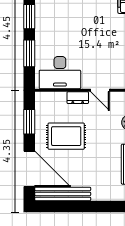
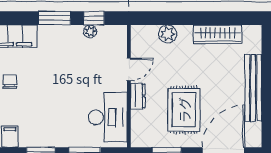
bench: (63, 194) -> (253, 88), moved

